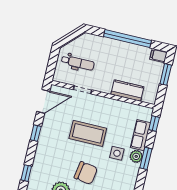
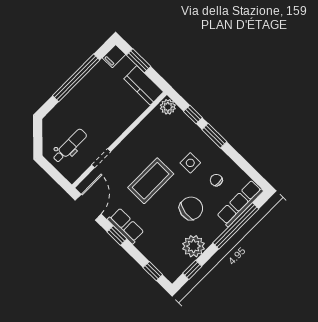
kitchen counter: (127, 91) -> (144, 85), moved, turned -90
window: (154, 124) -> (193, 114), moved
row of seats: (140, 135) -> (126, 226), moved, turned 180
plant: (136, 156) -> (168, 107), moved
chair: (116, 179) -> (216, 180), added

